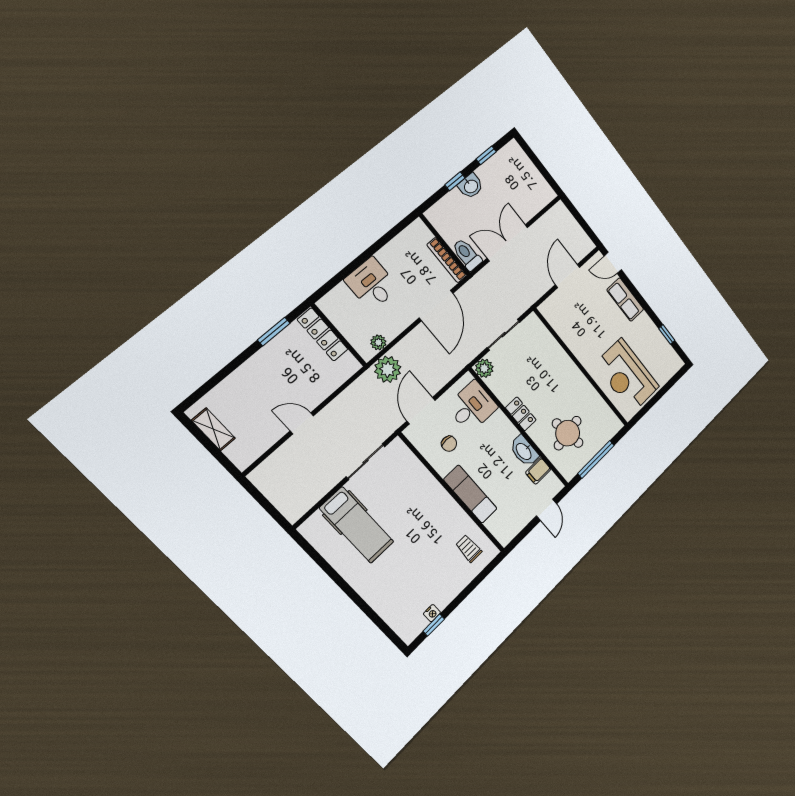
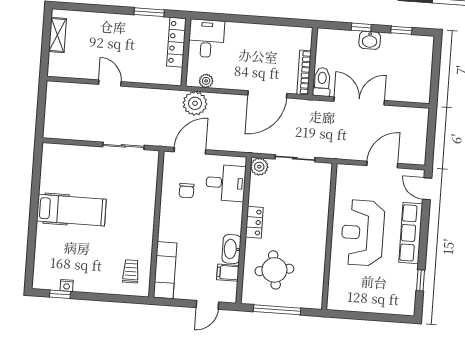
desk: (372, 284) -> (206, 38), moved
row of seats: (625, 300) -> (411, 233), width x1.48
reception desk: (627, 376) -> (363, 233), moved
exam couch: (470, 494) -> (165, 270), moved
hospital bed: (357, 525) -> (71, 210), moved, turned -90

